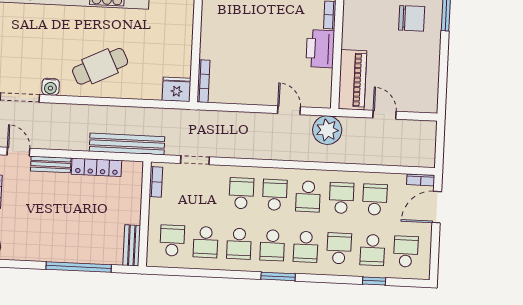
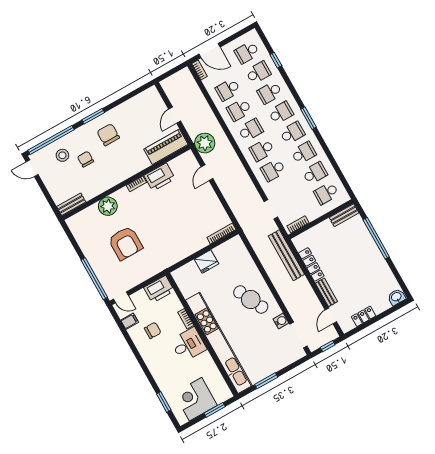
fridge: (177, 89) -> (206, 261), moved, turned -90

